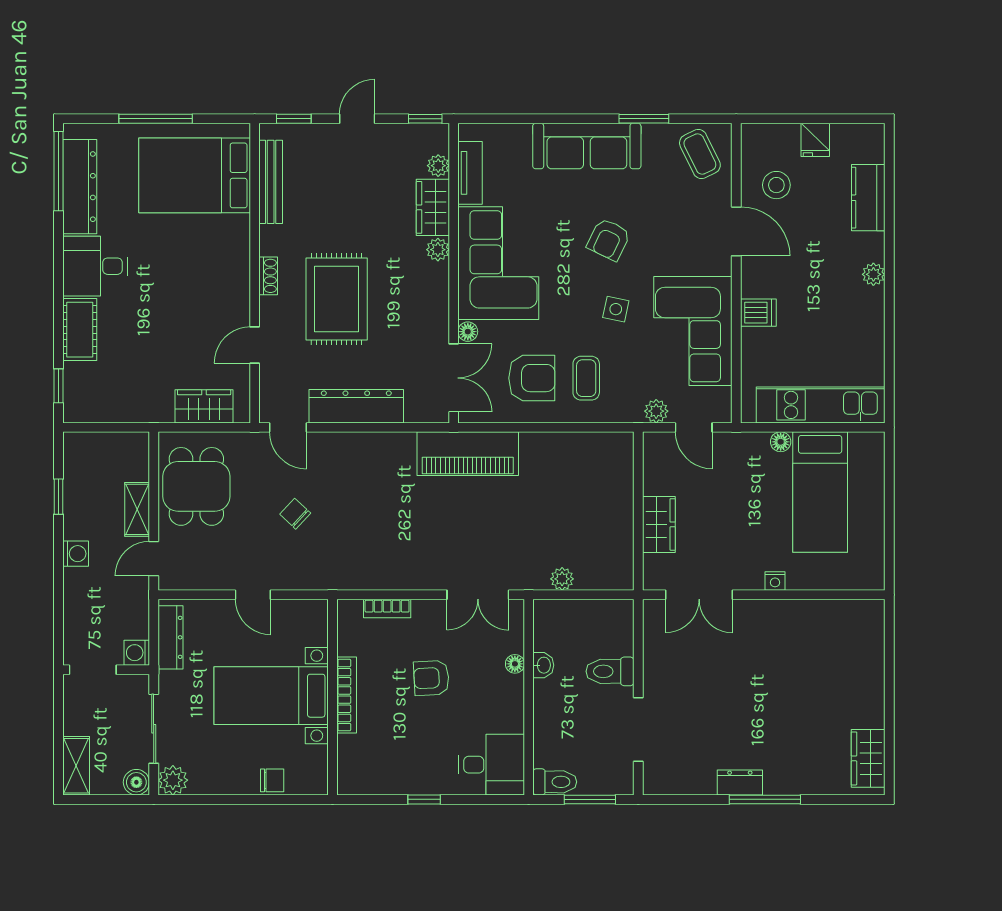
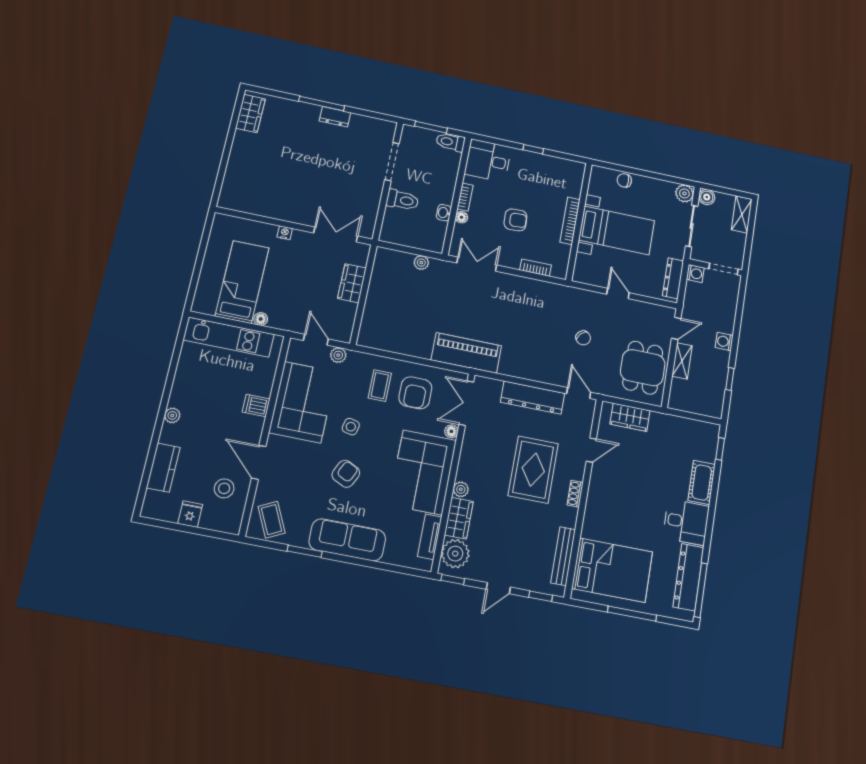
plant: (438, 166) -> (455, 554), width x1.87, depth x1.87
armchair: (532, 378) -> (415, 393), turned -90
bookcase: (516, 697) -> (465, 197), added

